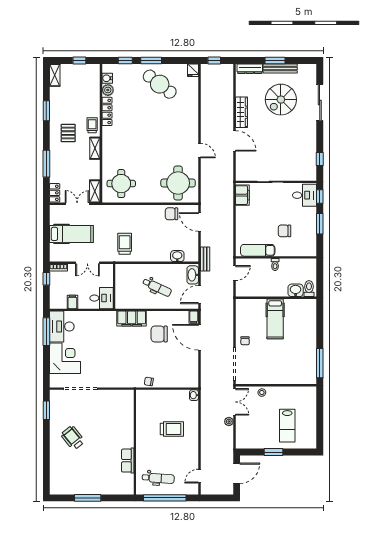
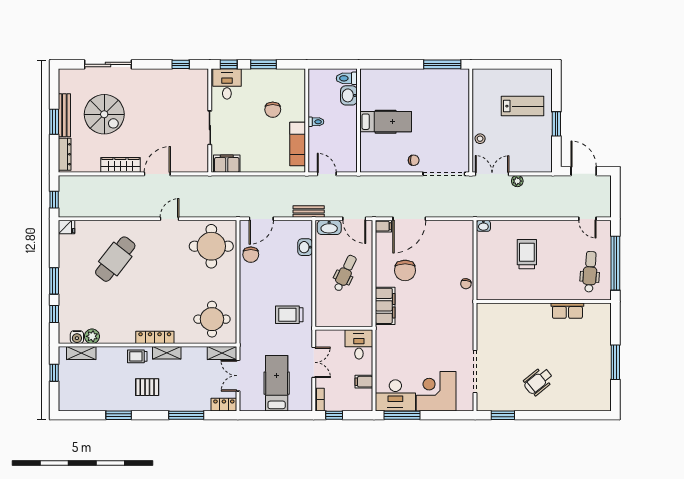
shelving: (55, 75) -> (81, 353), moved
cafe table: (160, 84) -> (115, 259), moved
locker: (107, 111) -> (155, 337), moved

